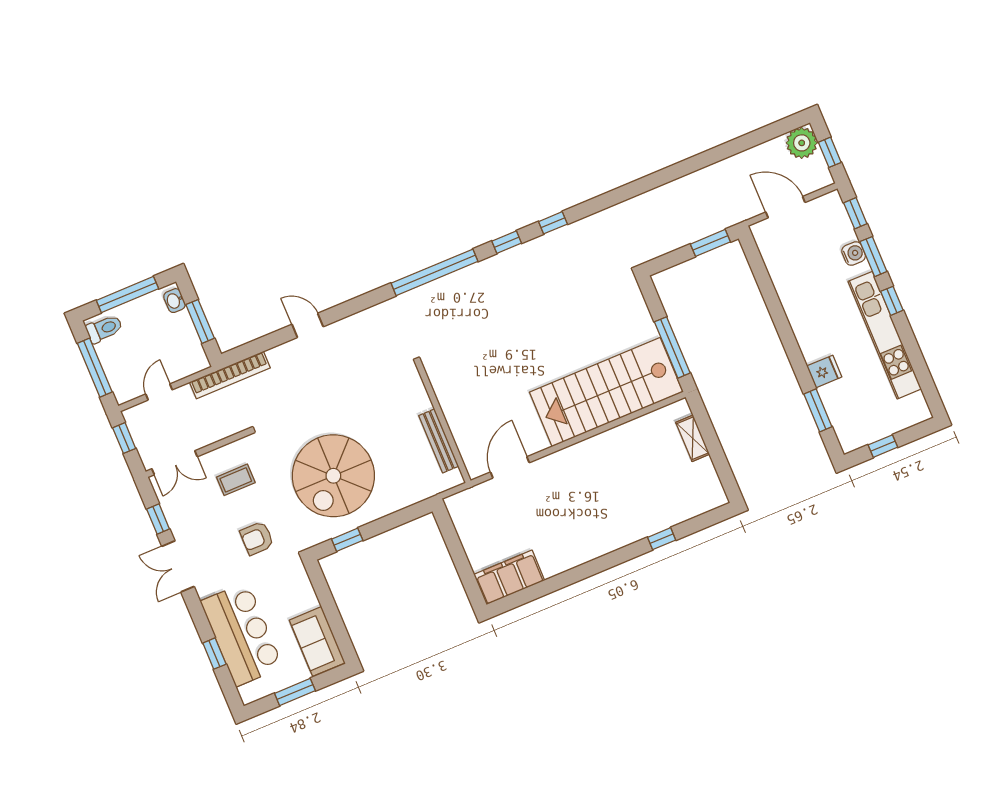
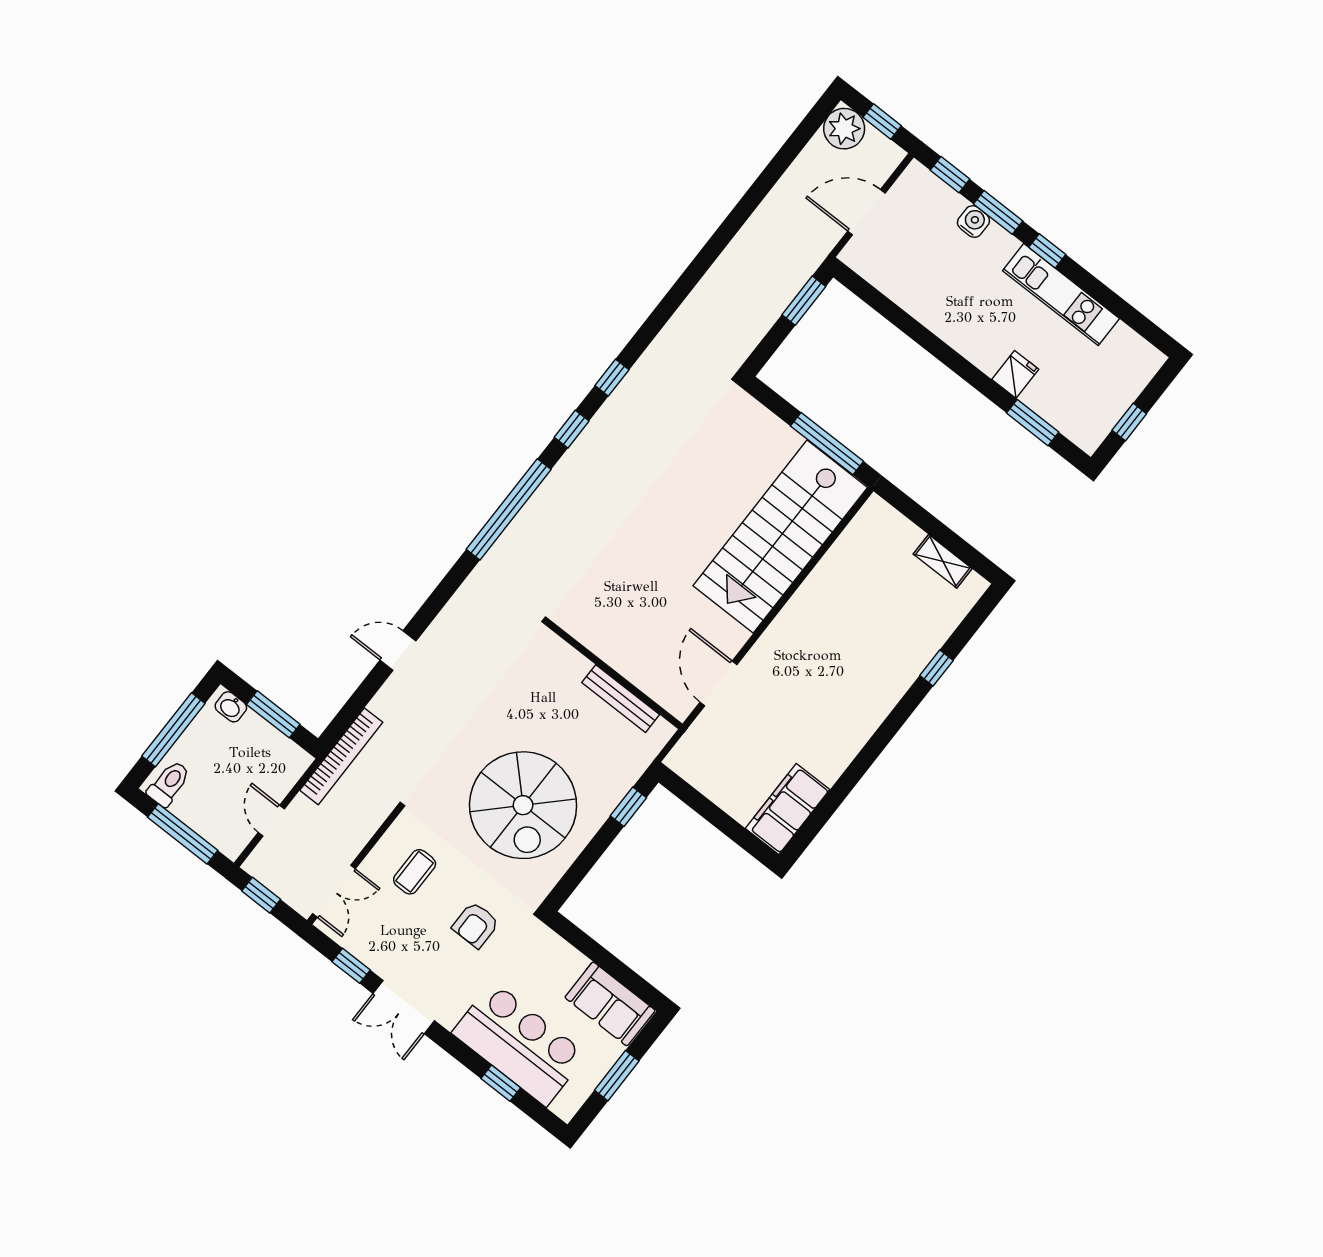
kitchen unit: (885, 335) -> (1061, 295), width x0.73
shelving: (693, 438) -> (943, 561), moved
window: (347, 540) -> (628, 807), moved

